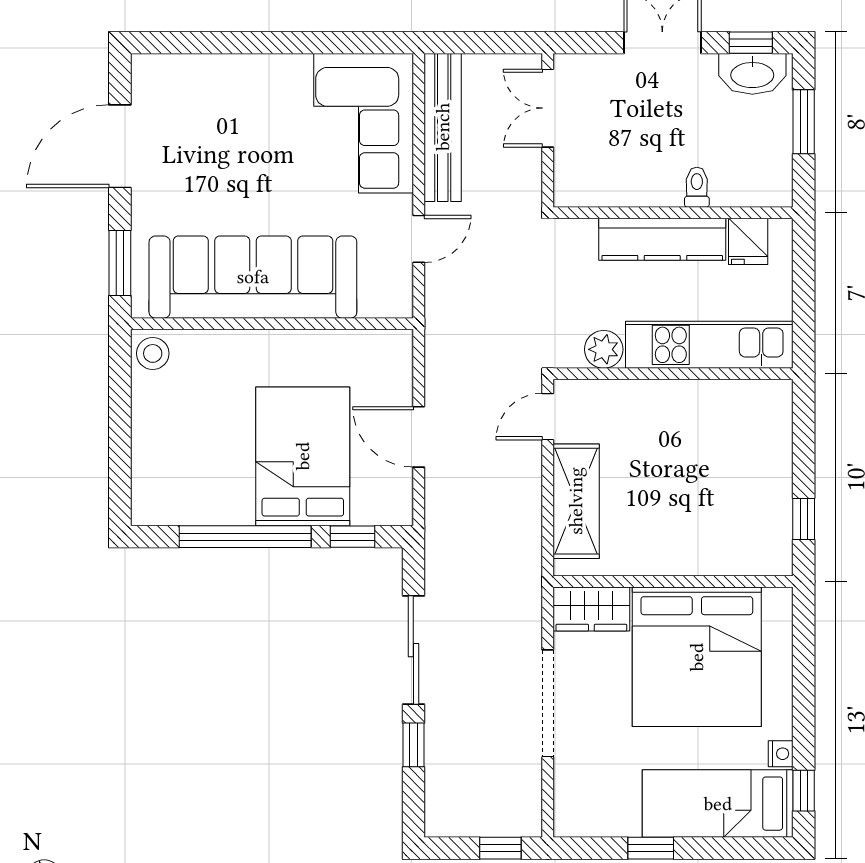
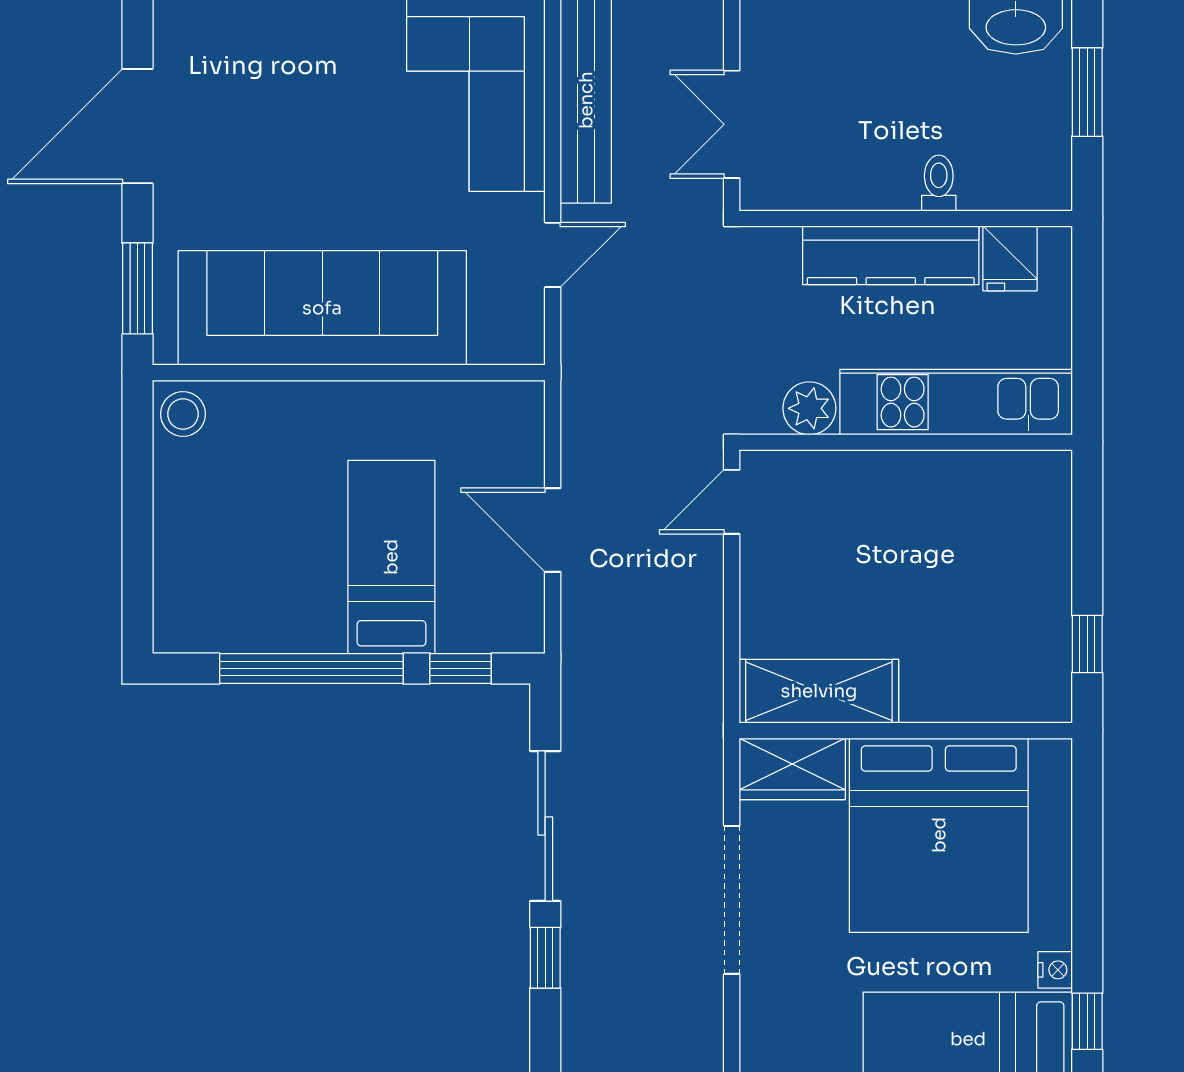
double door: (548, 108) -> (732, 124), moved
bed: (303, 456) -> (391, 557), width x0.67
shelving: (576, 501) -> (819, 691), moved, turned 90

